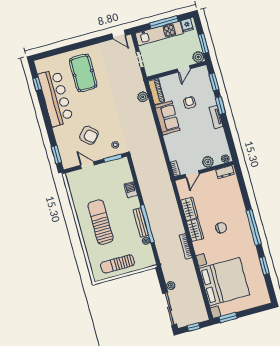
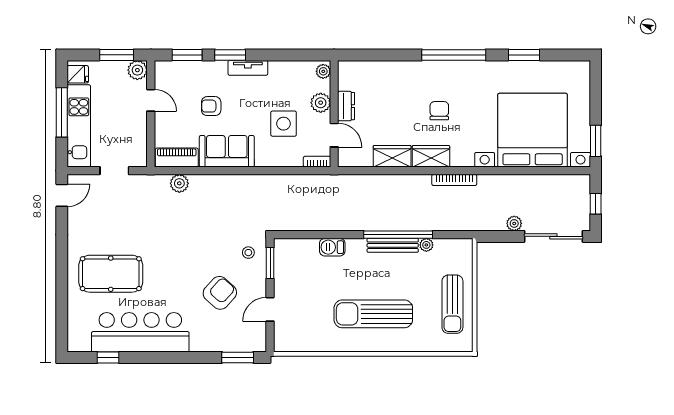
side table: (191, 145) -> (284, 124), added
dresser: (225, 172) -> (346, 106), moved

